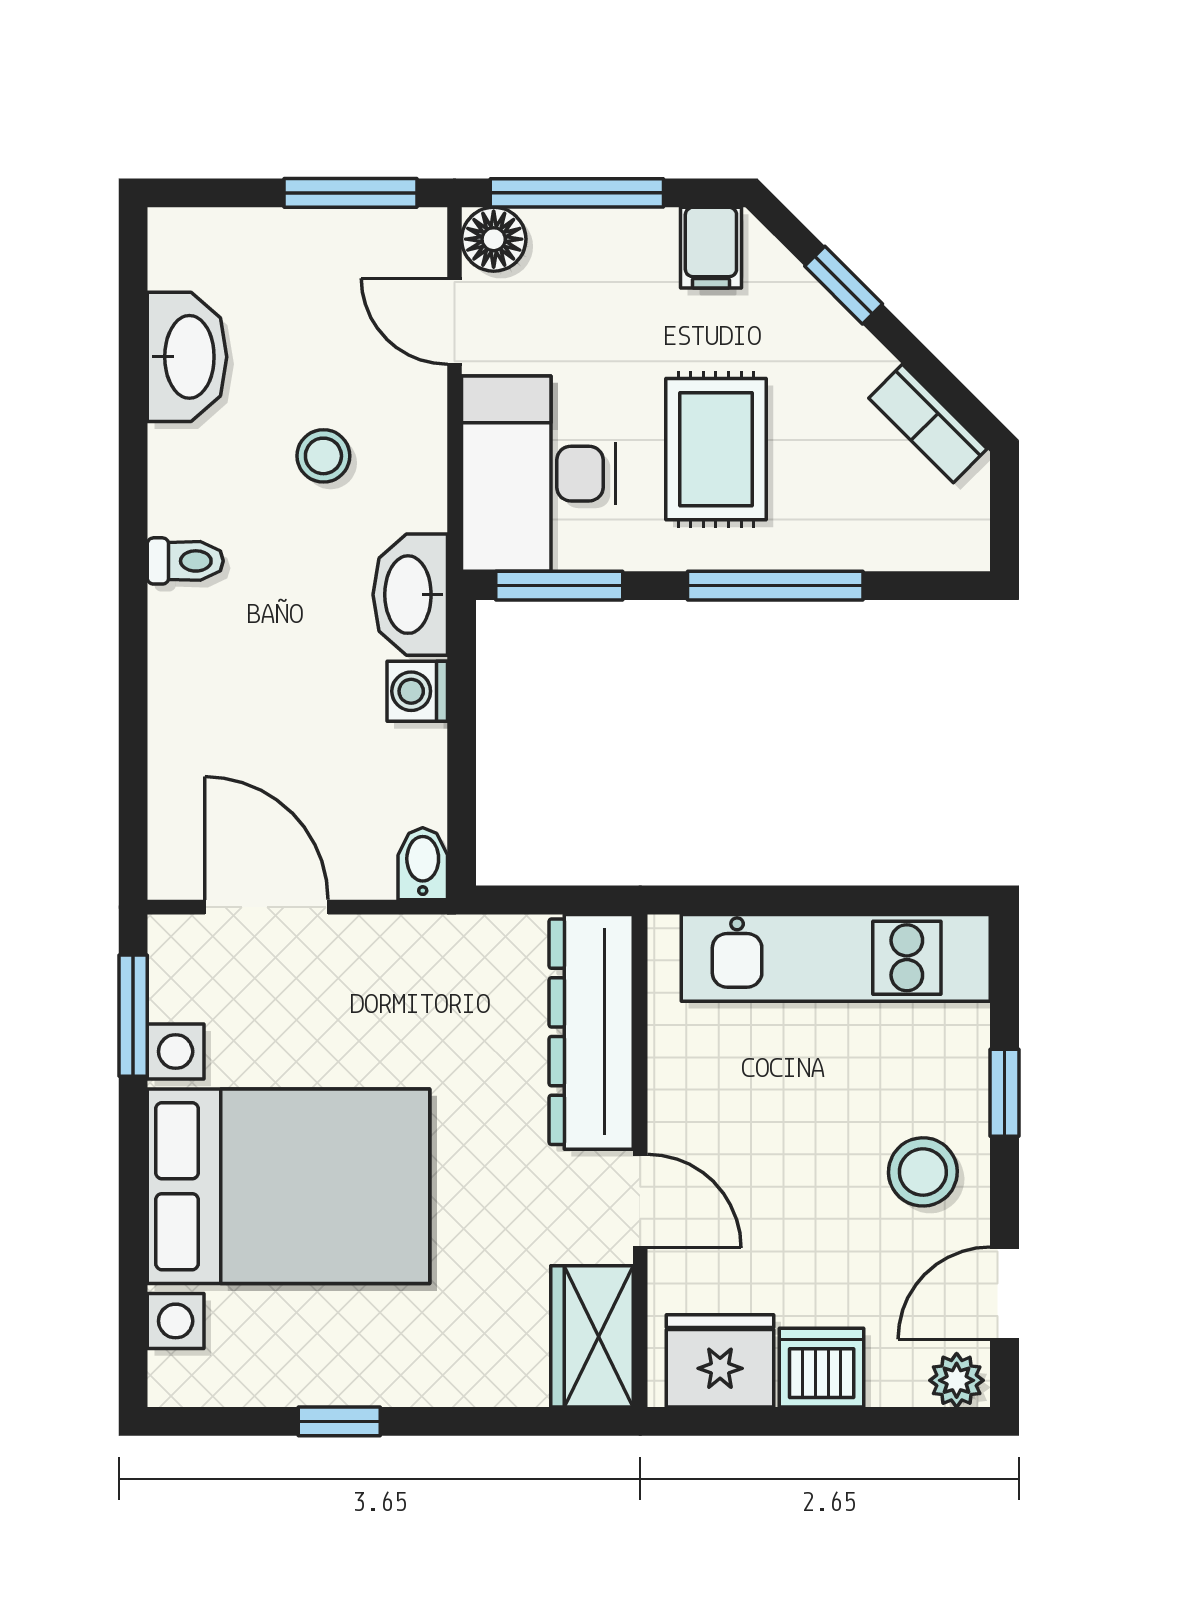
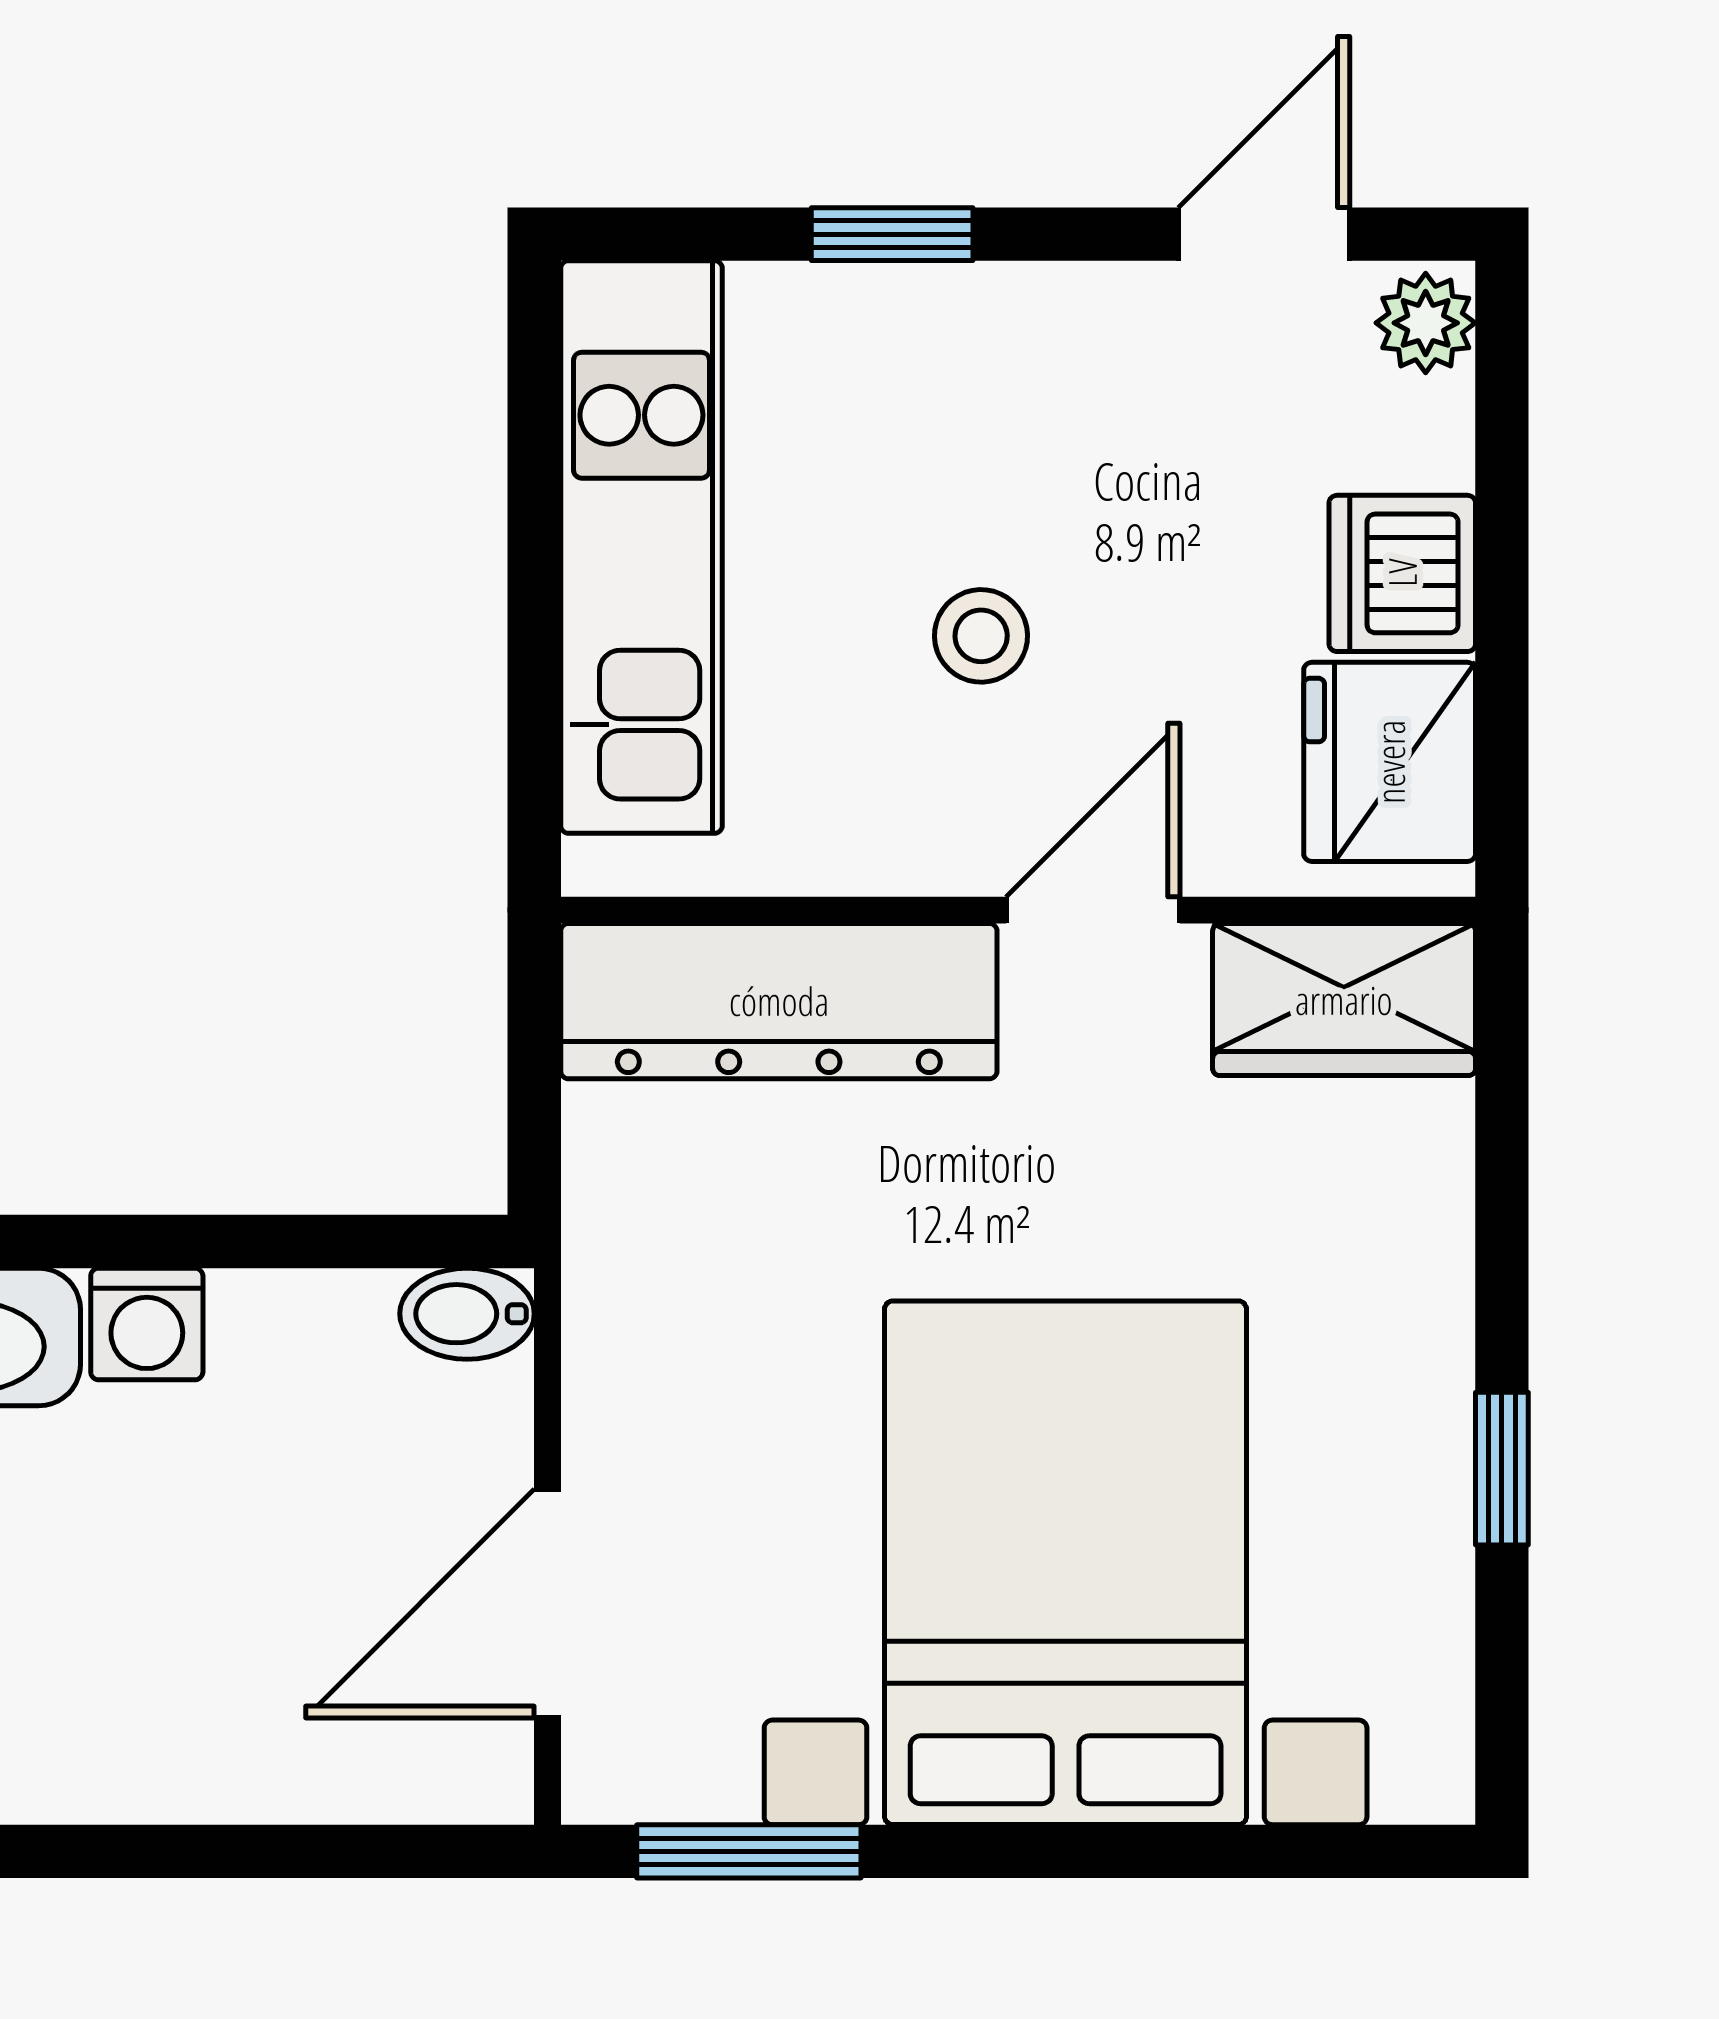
stool: (923, 1172) -> (981, 636), moved, width x0.73, depth x0.73
door: (1004, 1293) -> (1264, 234), swing flipped

